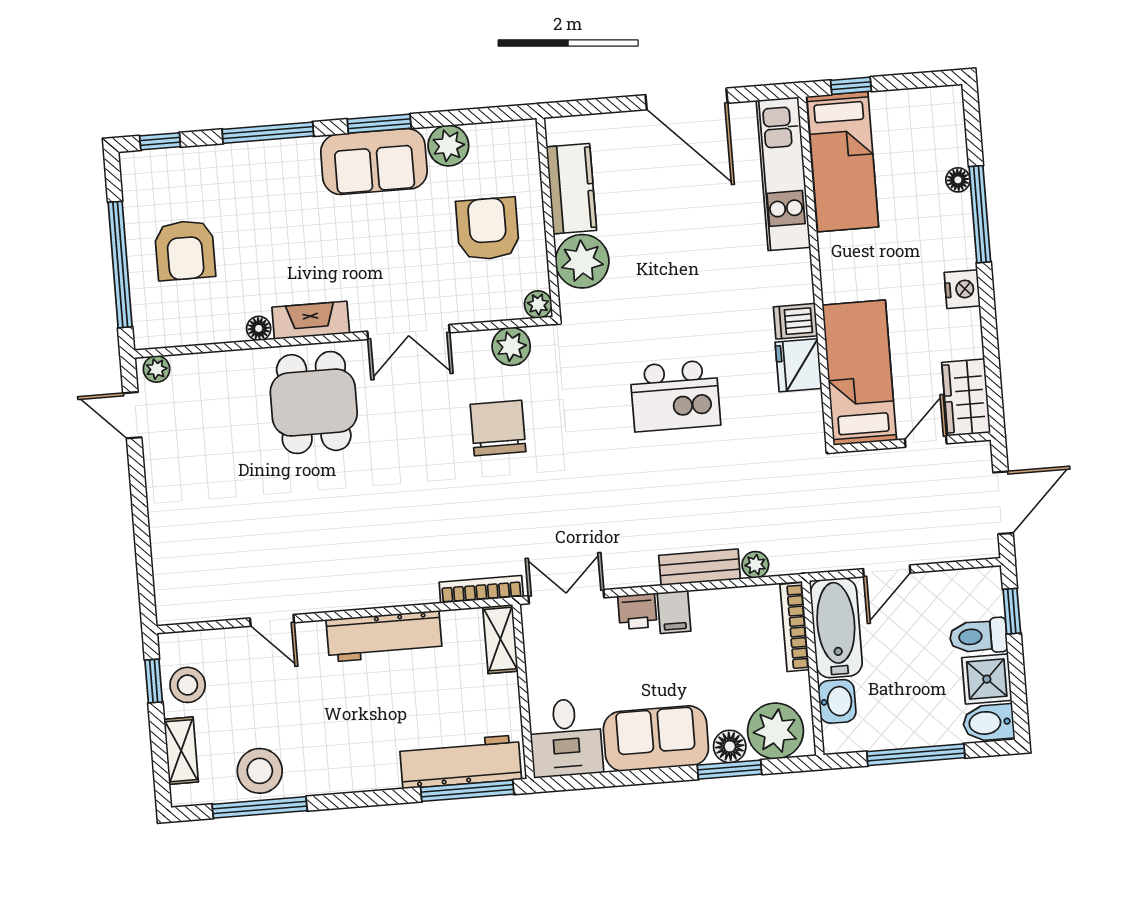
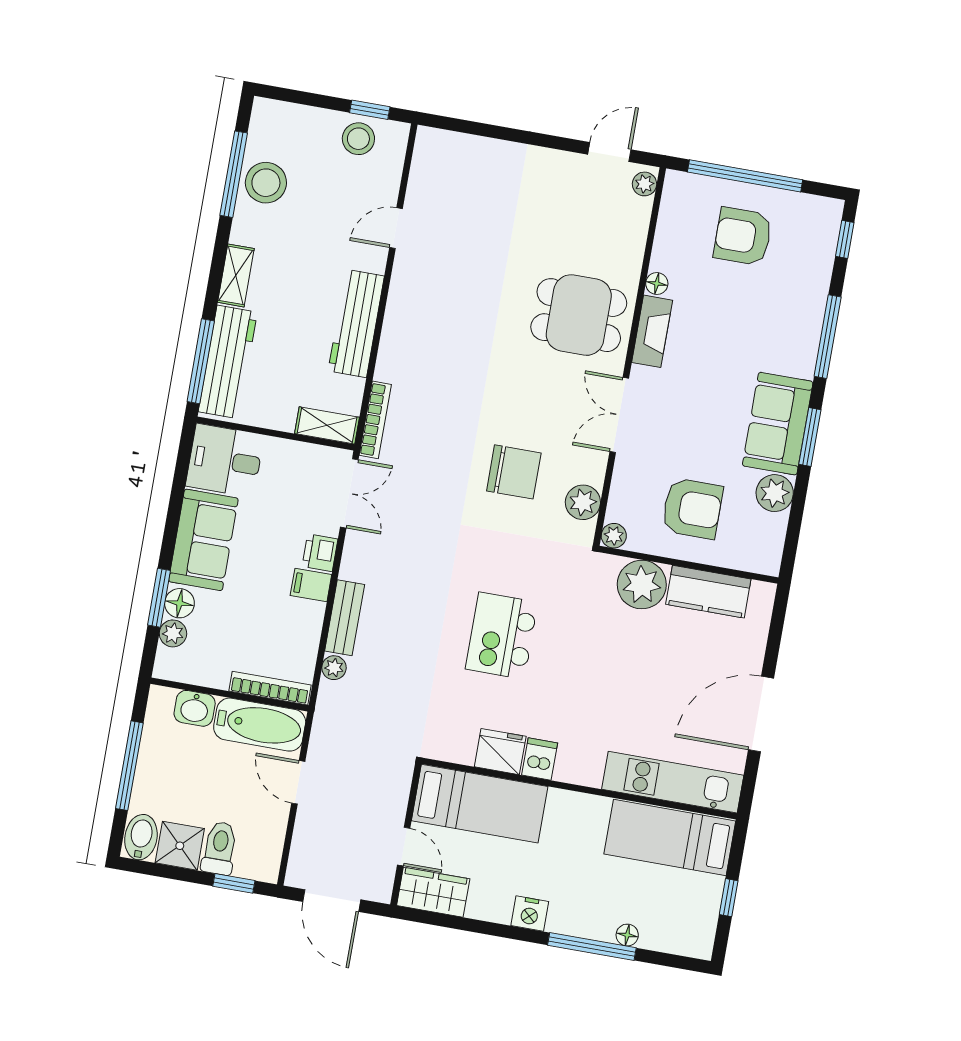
window: (851, 86) -> (729, 898), moved
plant: (775, 731) -> (173, 633), width x0.53, depth x0.53
shelving: (181, 751) -> (236, 275), moved, turned 90

